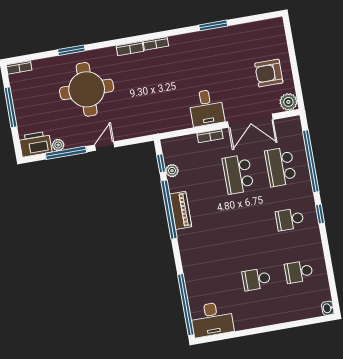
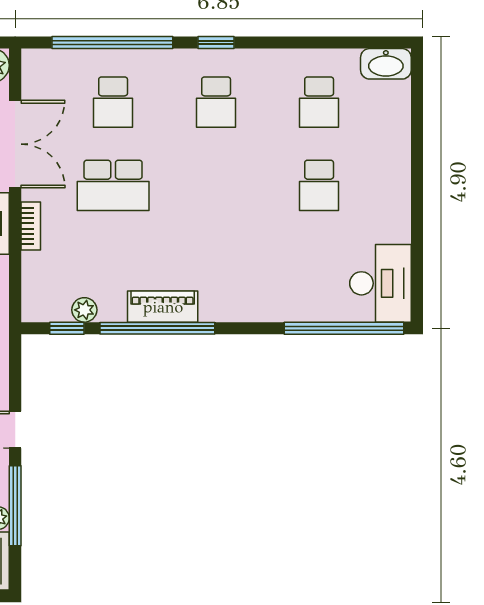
school desk: (280, 167) -> (113, 102), width x0.54
washbasin: (328, 308) -> (386, 64), width x1.91, depth x1.45

